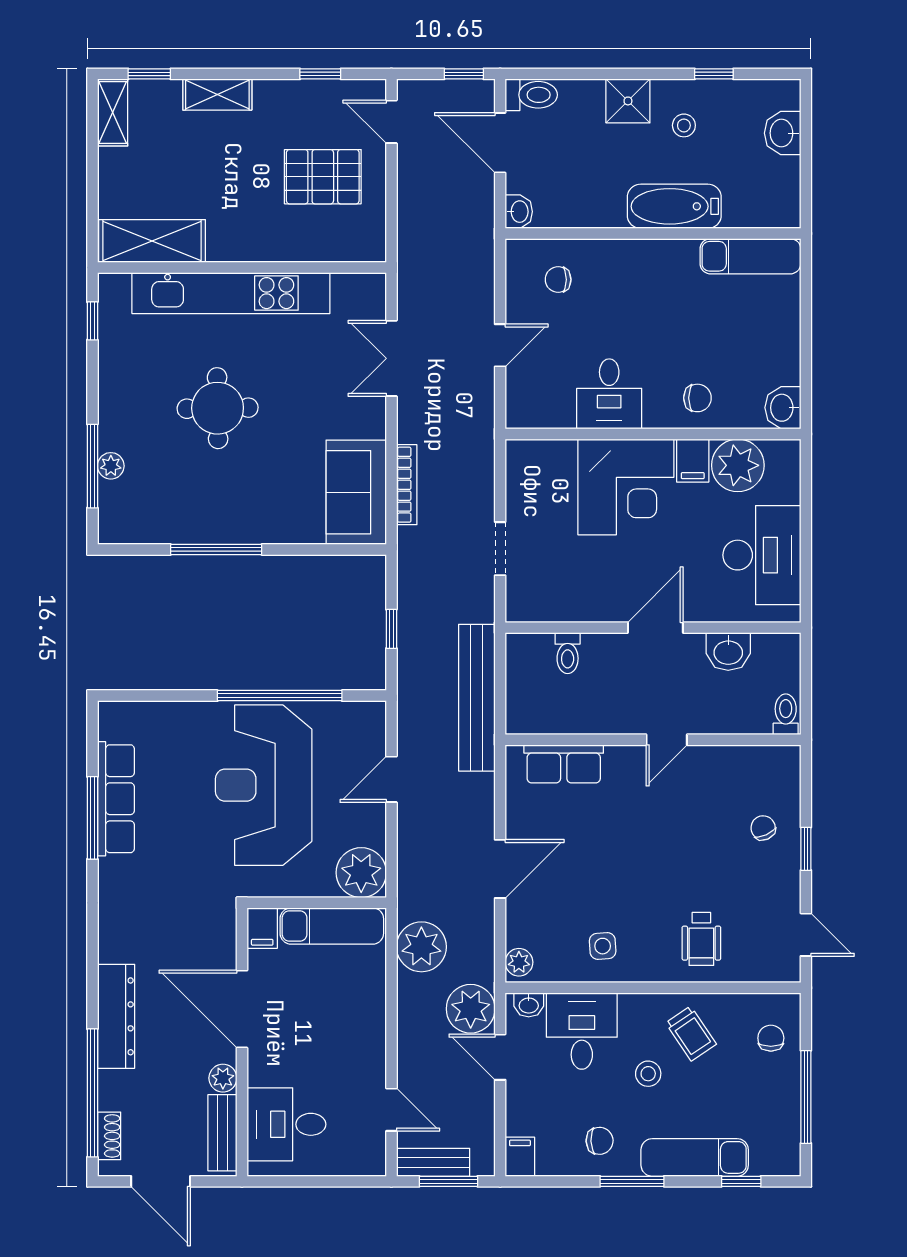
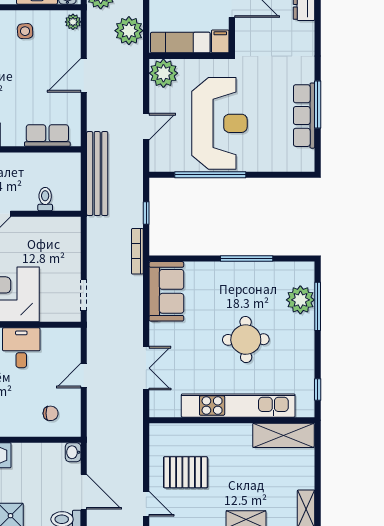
plant: (111, 466) -> (300, 300), width x1.88, depth x1.88
bookcase: (407, 485) -> (137, 251), moved
doorway: (500, 549) -> (84, 295), moved

